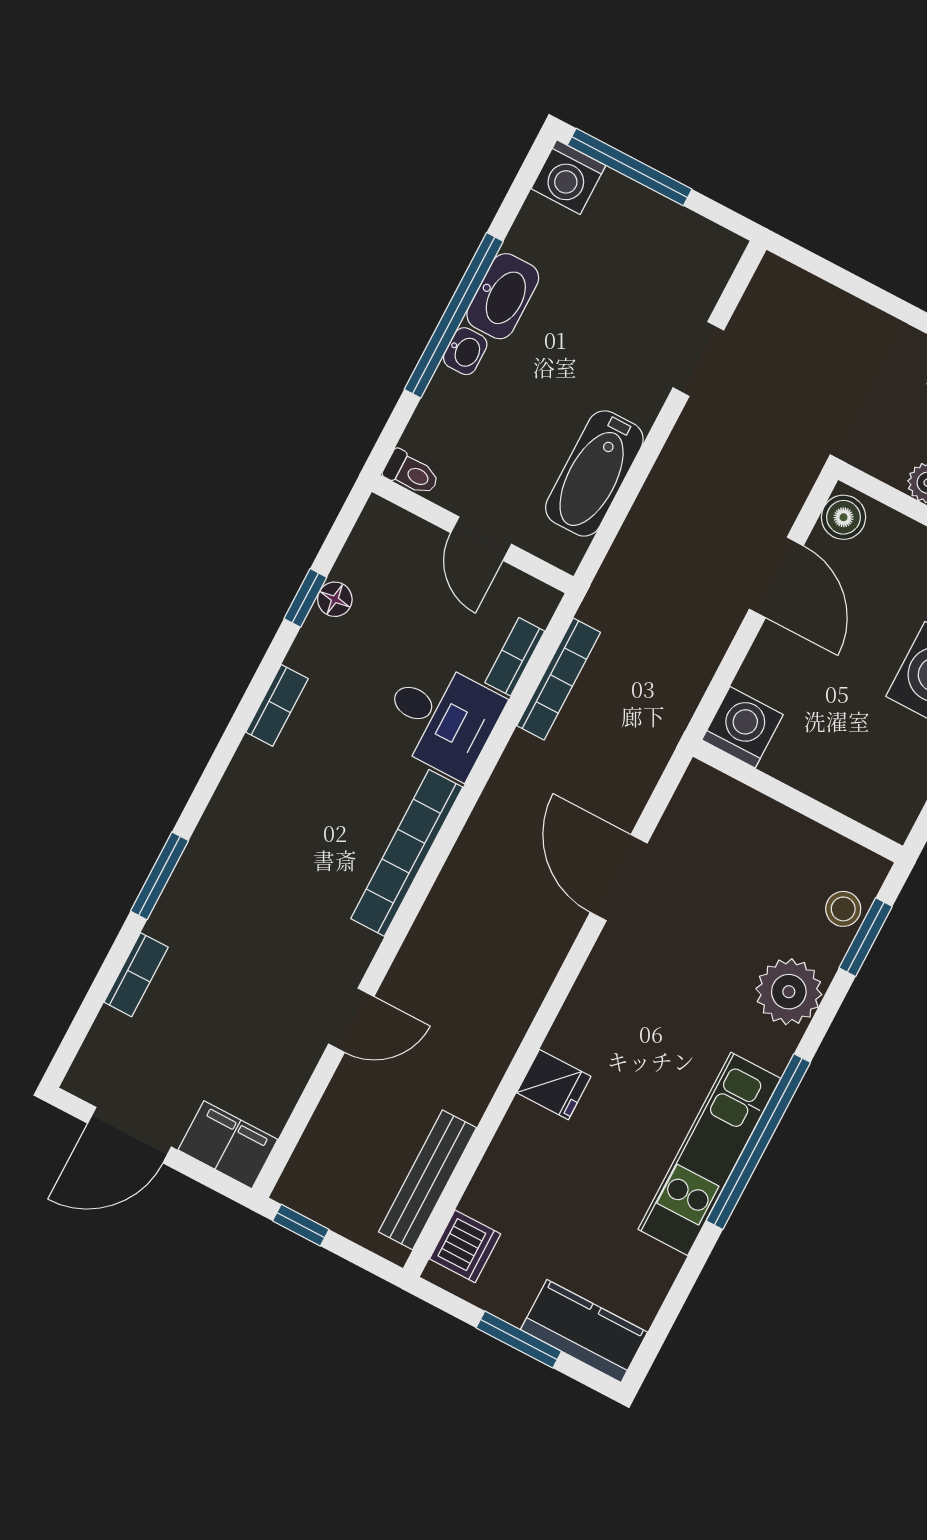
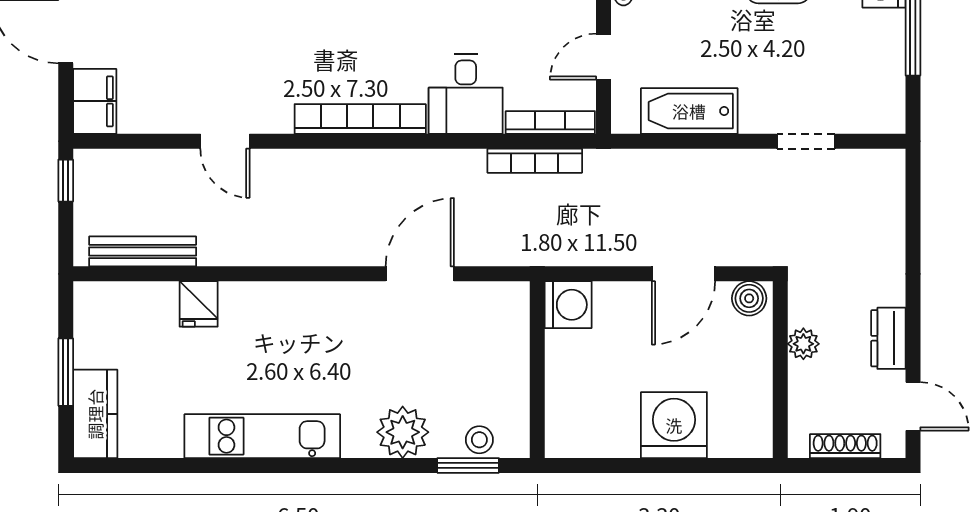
bookcase: (515, 657) -> (550, 122), width x1.56
fridge: (554, 1085) -> (199, 304), moved
window: (758, 1142) -> (288, 465), removed
dishwasher: (465, 1246) -> (110, 301), removed

